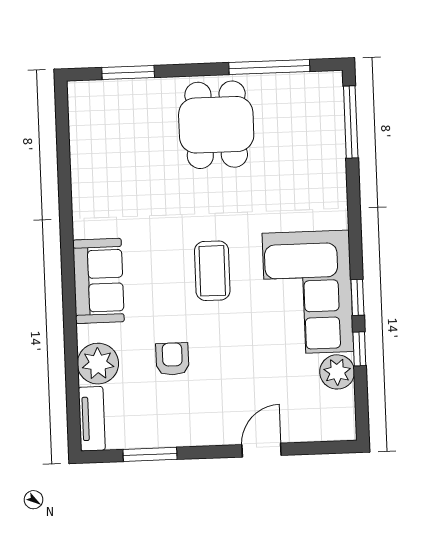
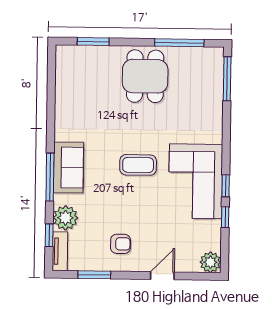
coffee table: (212, 271) -> (138, 165), turned 90
window: (69, 298) -> (50, 177), added
armchair: (172, 359) -> (120, 244), moved, turned 90
plant: (337, 372) -> (210, 262), moved
window: (73, 394) -> (49, 235), added

